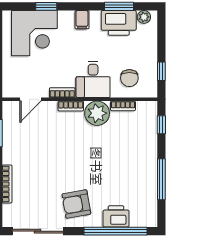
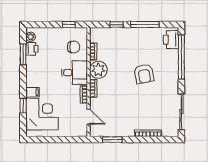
filing cabinet: (82, 20) -> (32, 92), moved
printer: (119, 23) -> (32, 49), width x0.53, depth x0.68
window: (161, 125) -> (116, 25), moved
armchair: (76, 204) -> (144, 74), moved
printer: (116, 216) -> (171, 39), moved

